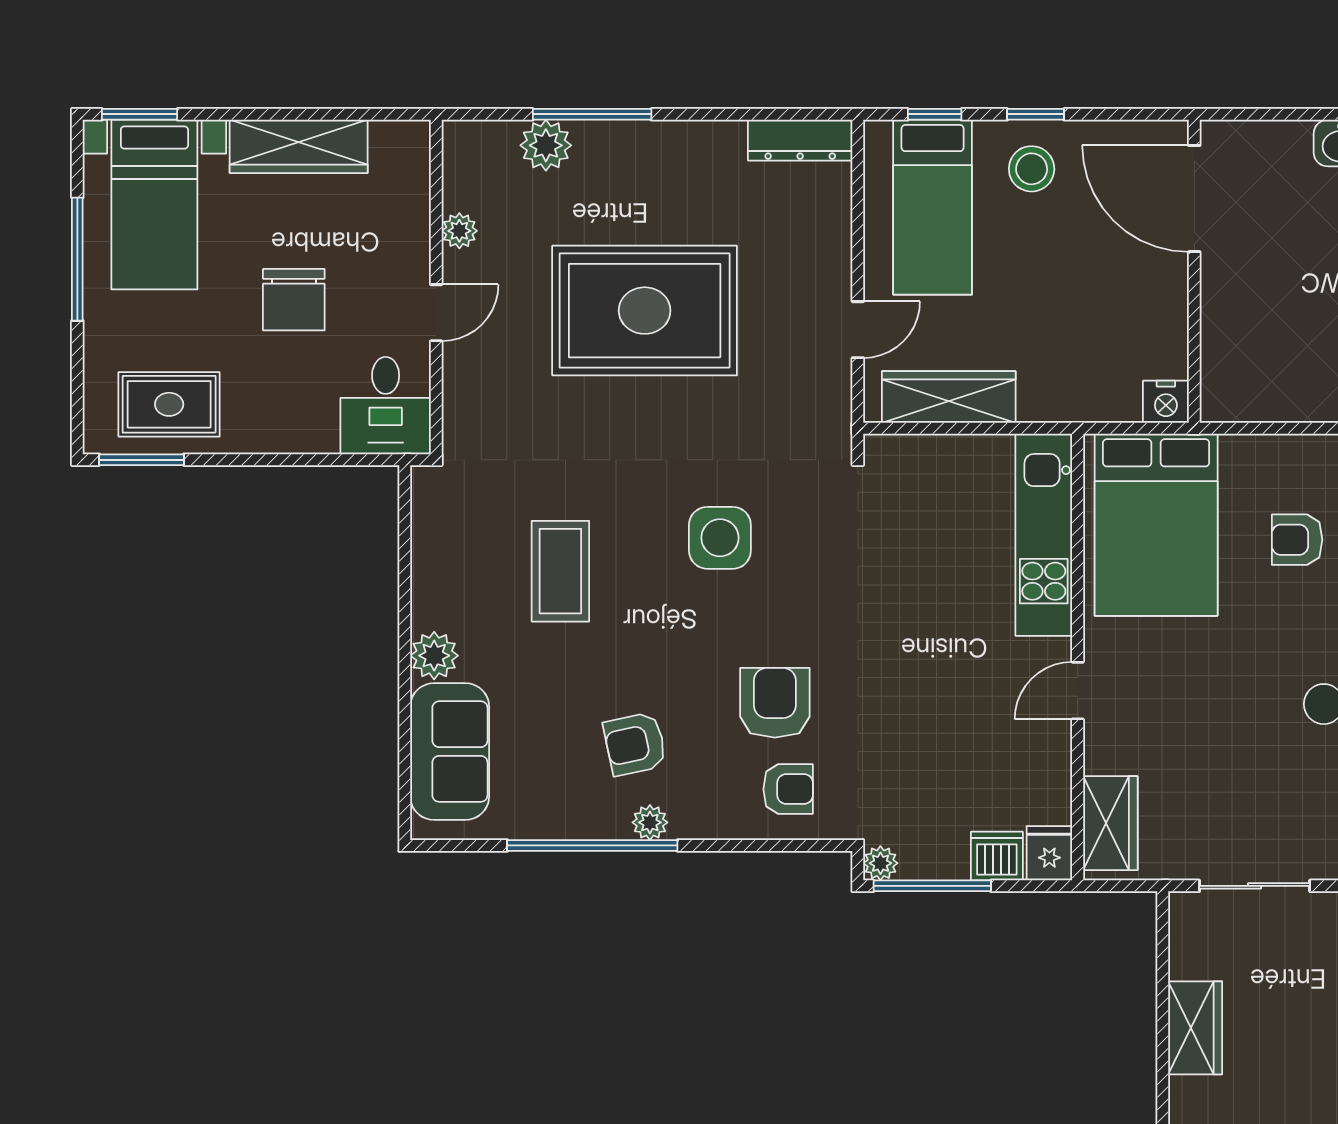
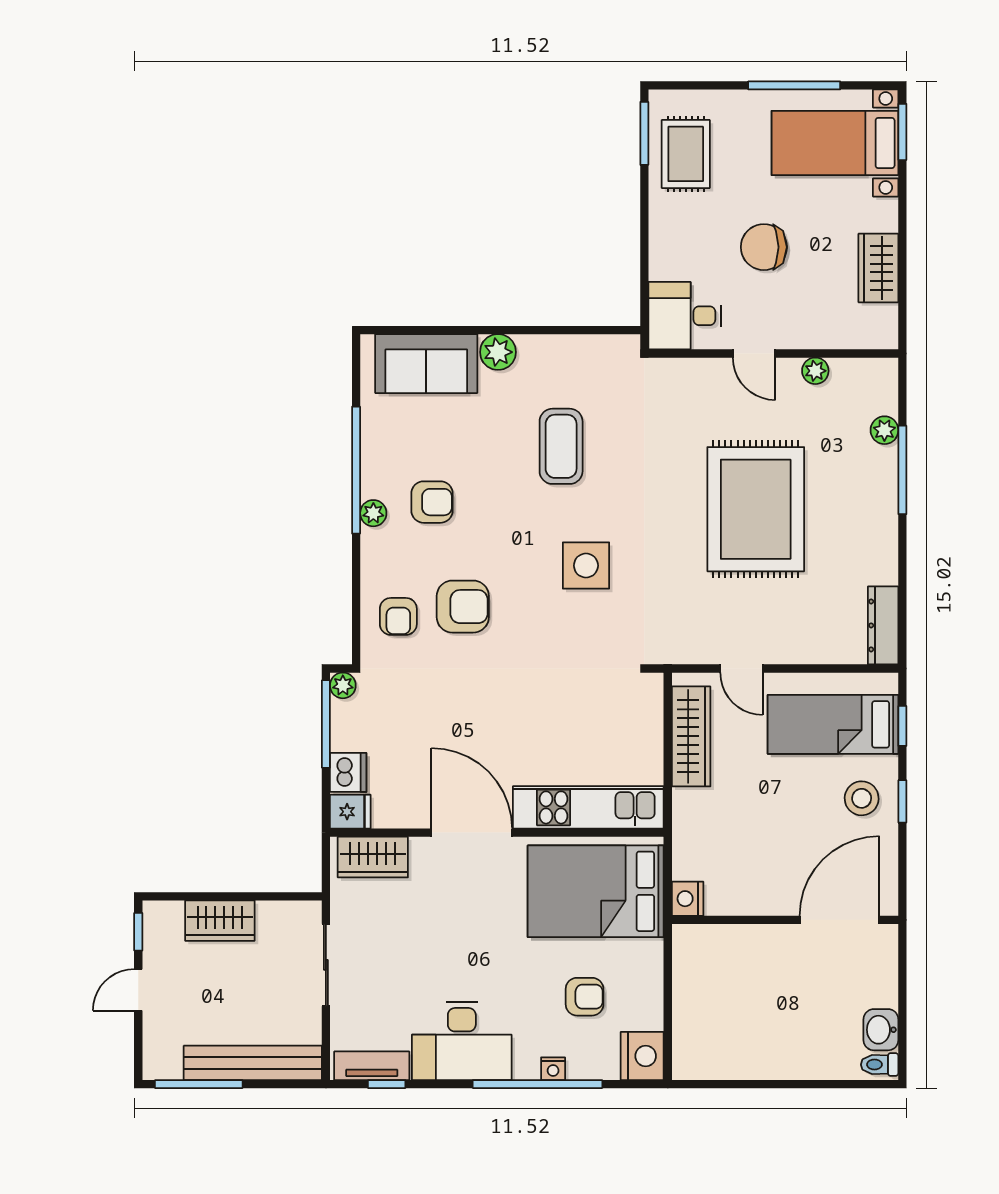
plant: (546, 145) -> (884, 430), width x0.73, depth x0.73
wardrobe: (299, 146) -> (878, 268), width x0.67
armchair: (1297, 540) -> (585, 997), turned 90
coffee table: (560, 571) -> (561, 446), turned 90
door: (1078, 691) -> (472, 833), width x1.87
armchair: (635, 744) -> (432, 502), turned 102

